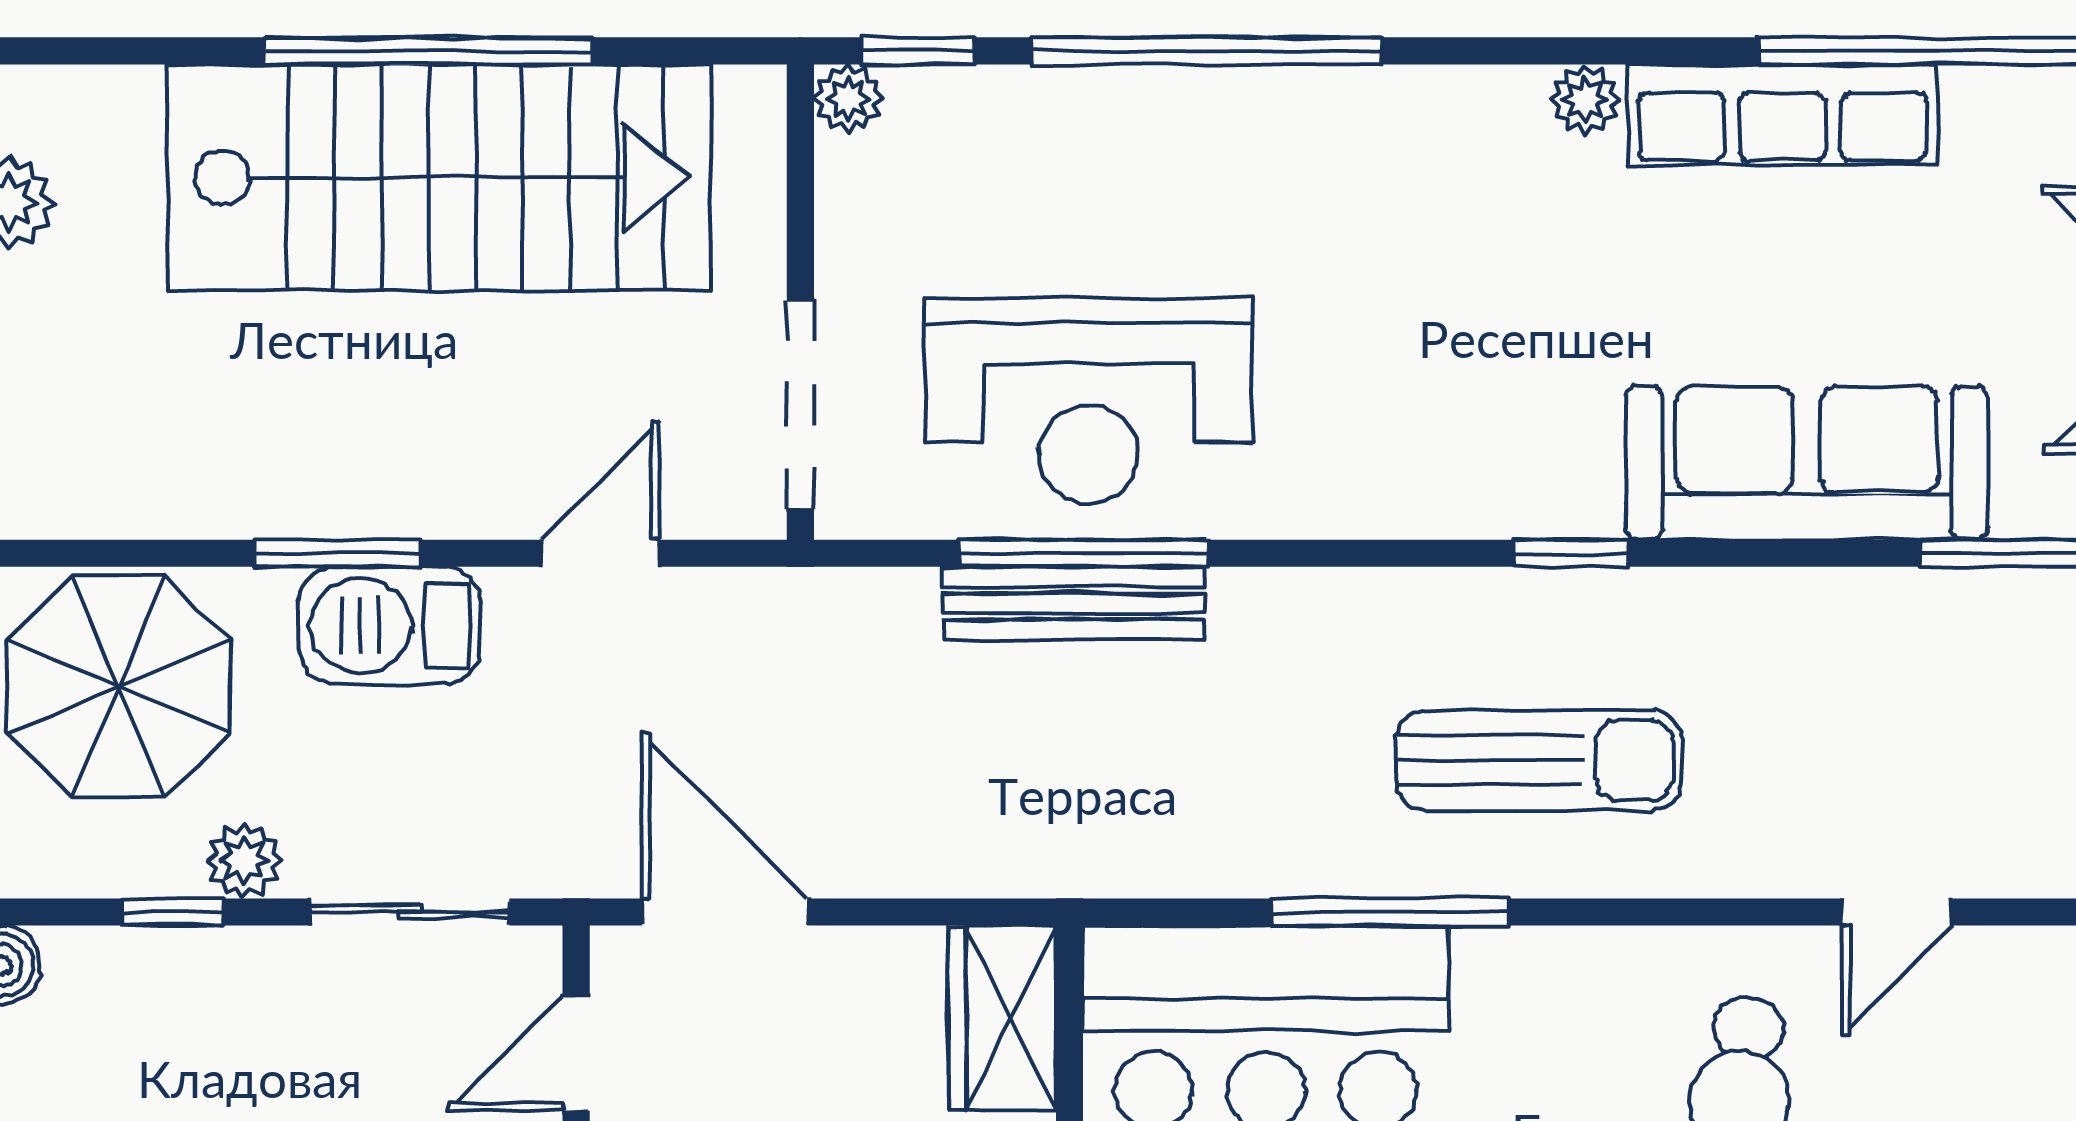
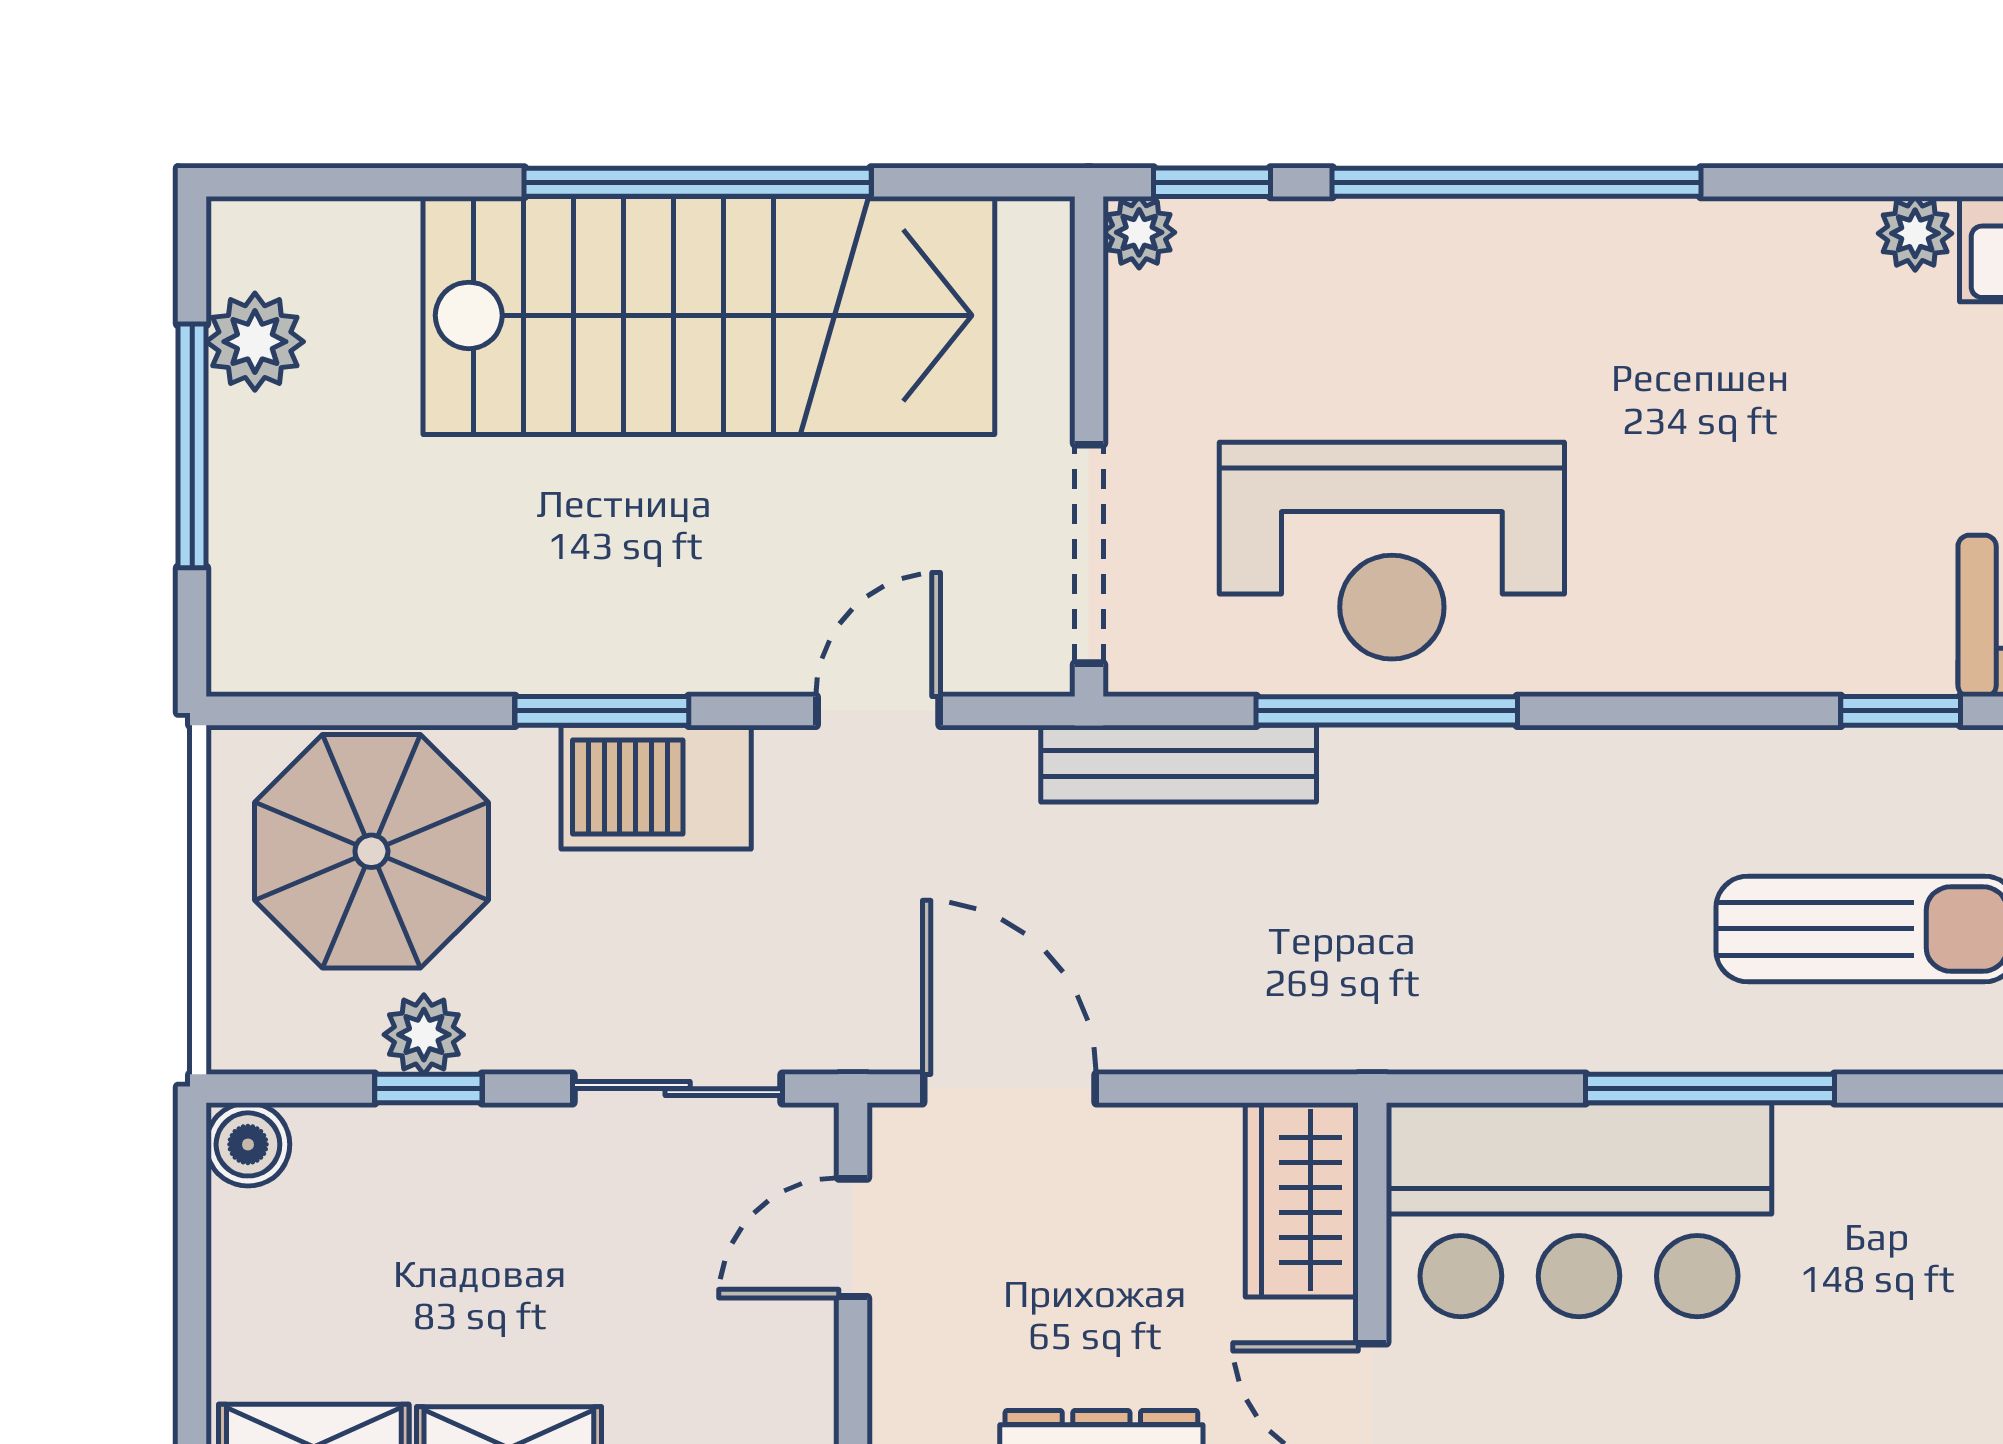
bench: (1073, 603) -> (1179, 764), moved
plant: (244, 861) -> (424, 1035), moved

